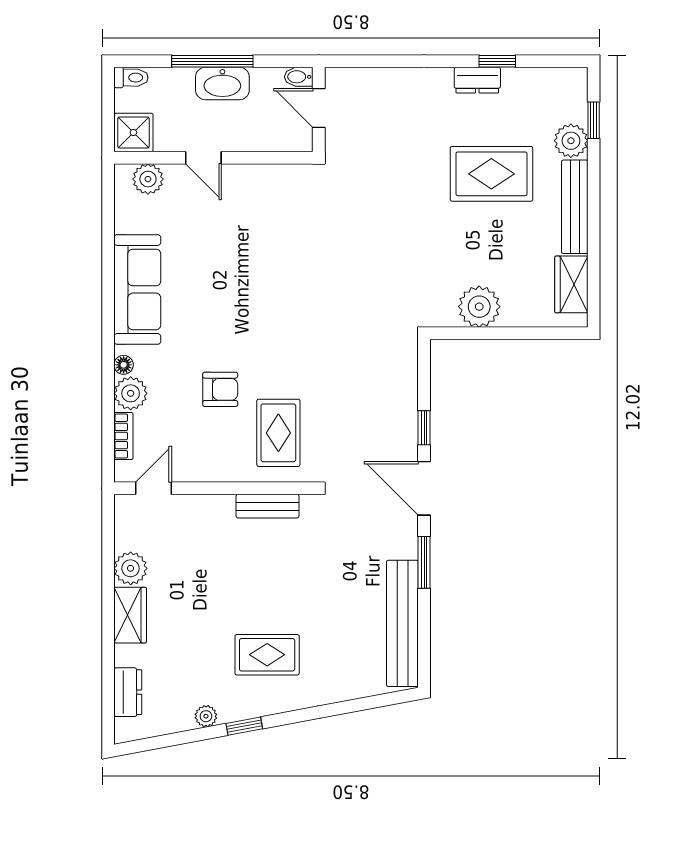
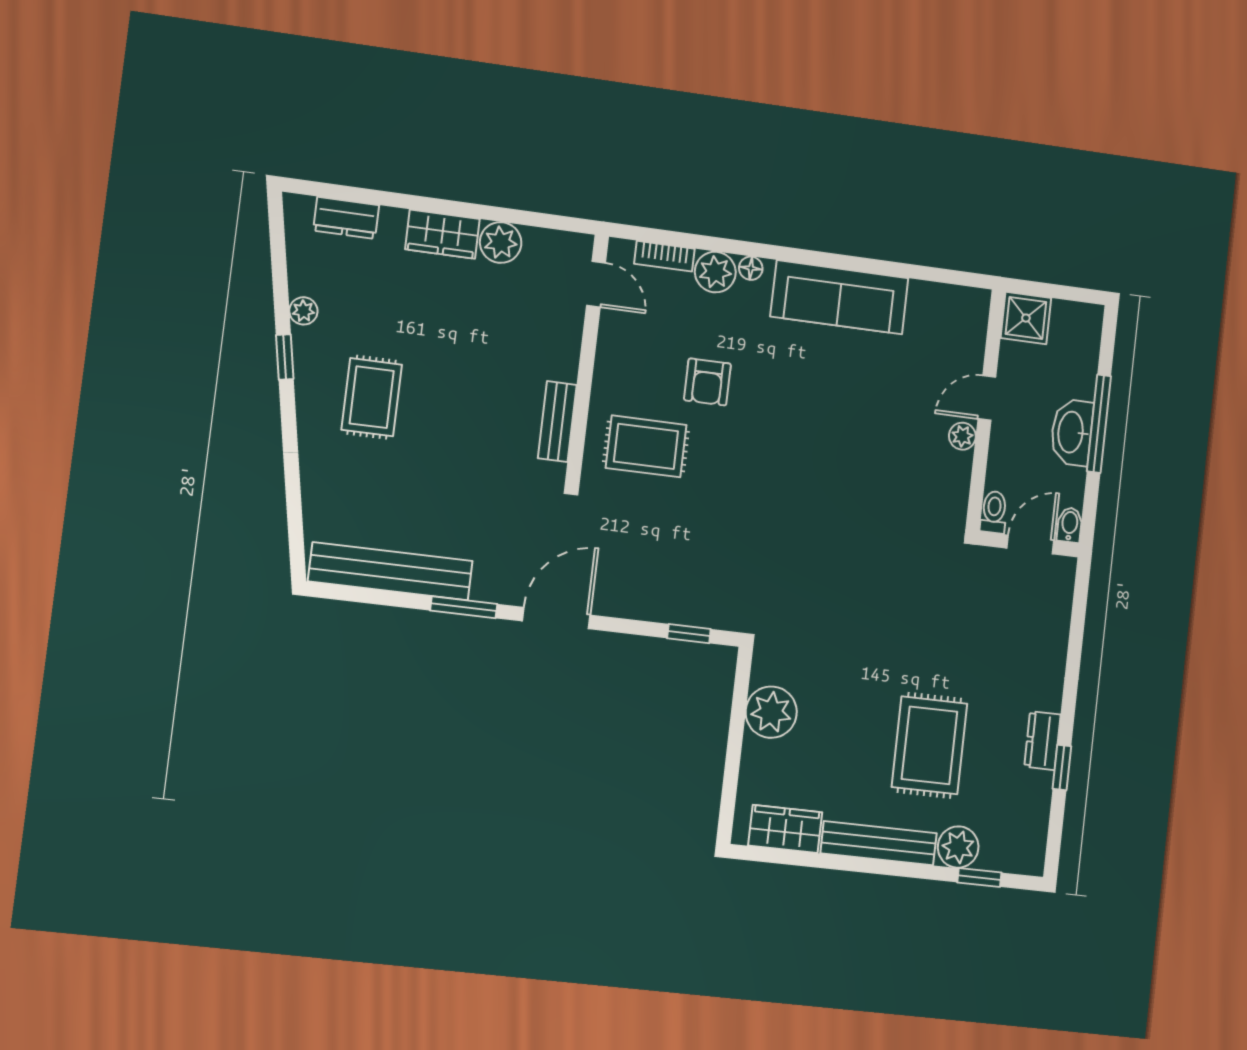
toilet: (131, 78) -> (994, 512), moved, turned 180
plant: (148, 179) -> (962, 436), moved, width x0.73, depth x0.73
window: (424, 428) -> (689, 634), moved

